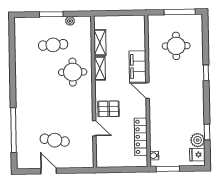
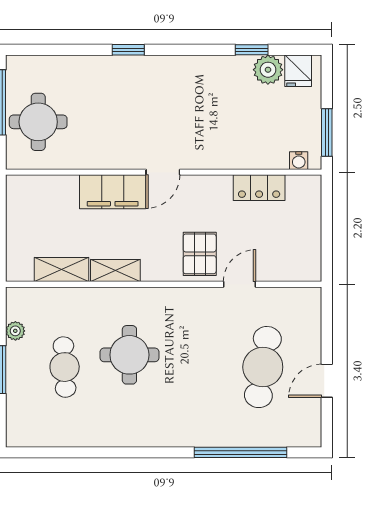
round table: (176, 46) -> (38, 122), moved
round table: (73, 72) -> (129, 355), moved
locker: (141, 137) -> (259, 188), width x0.66
cafe table: (55, 140) -> (263, 367), width x1.37, depth x1.35

